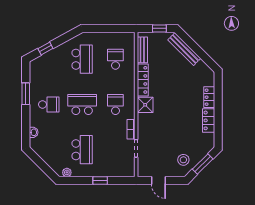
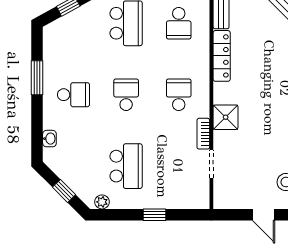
school desk: (115, 59) -> (179, 23), turned 180
school desk: (82, 104) -> (126, 95), width x0.54
shower: (145, 105) -> (226, 117), moved
window: (43, 165) -> (64, 191), added
door: (158, 180) -> (264, 215), moved

